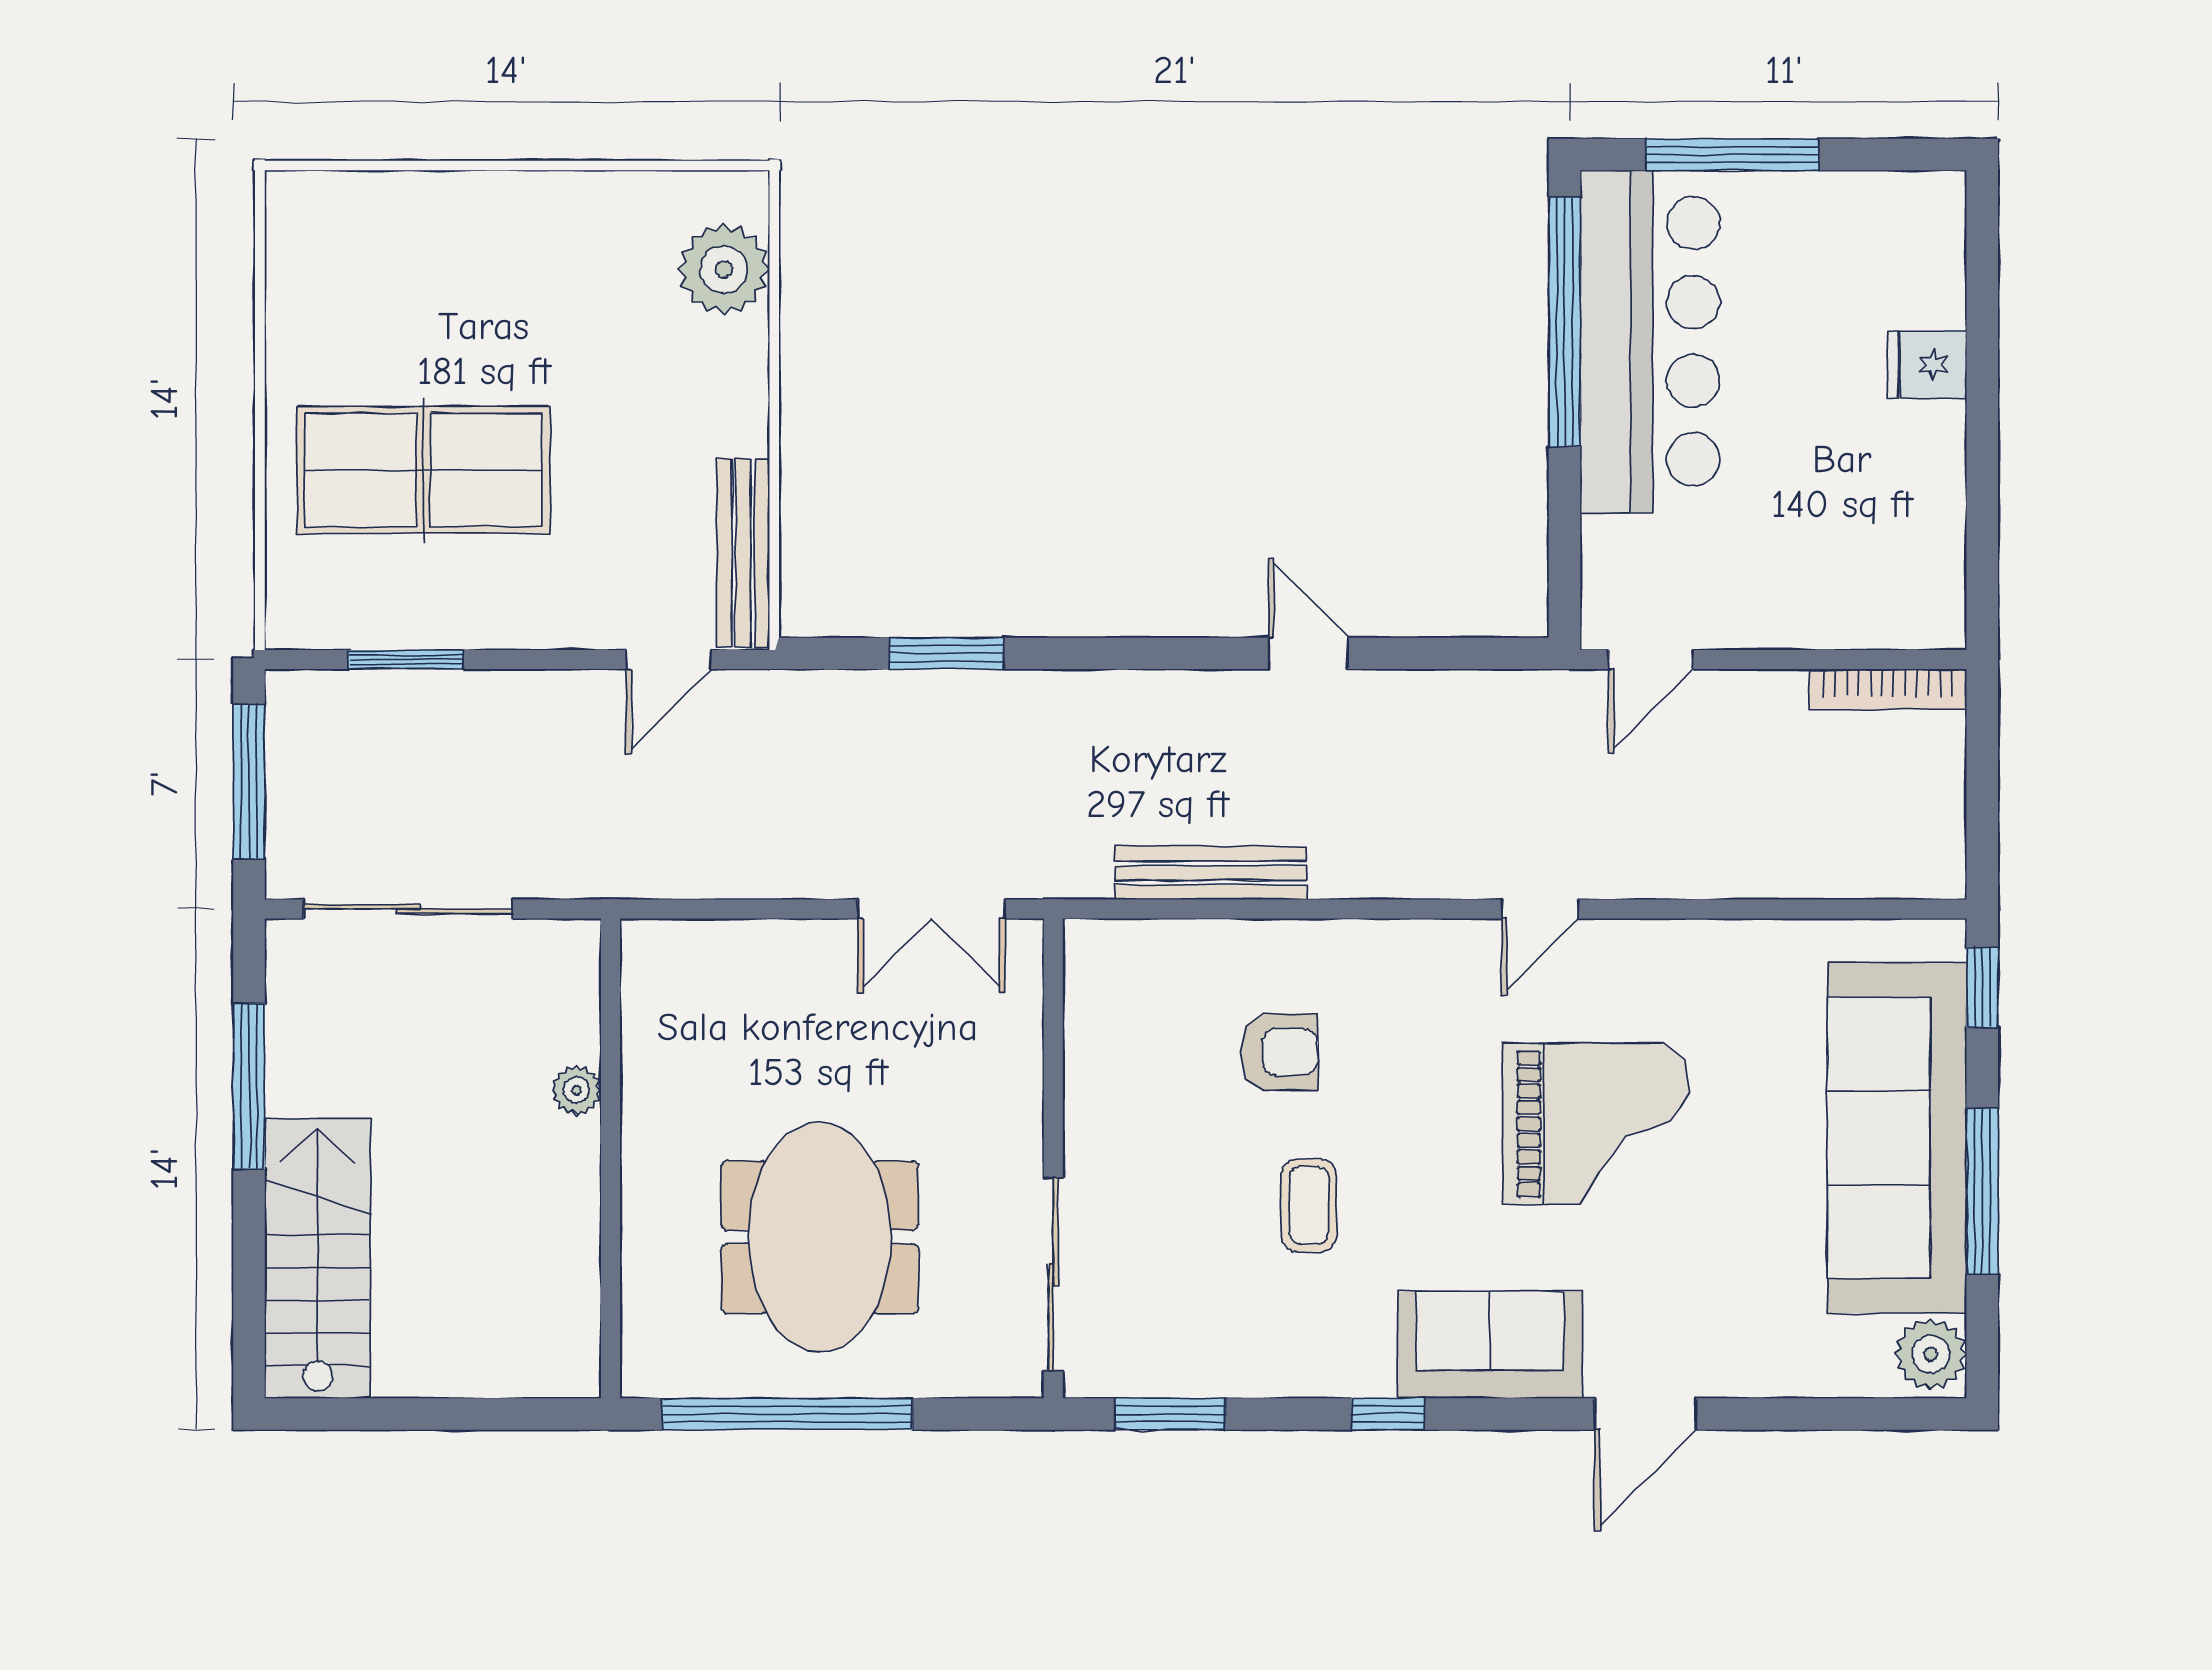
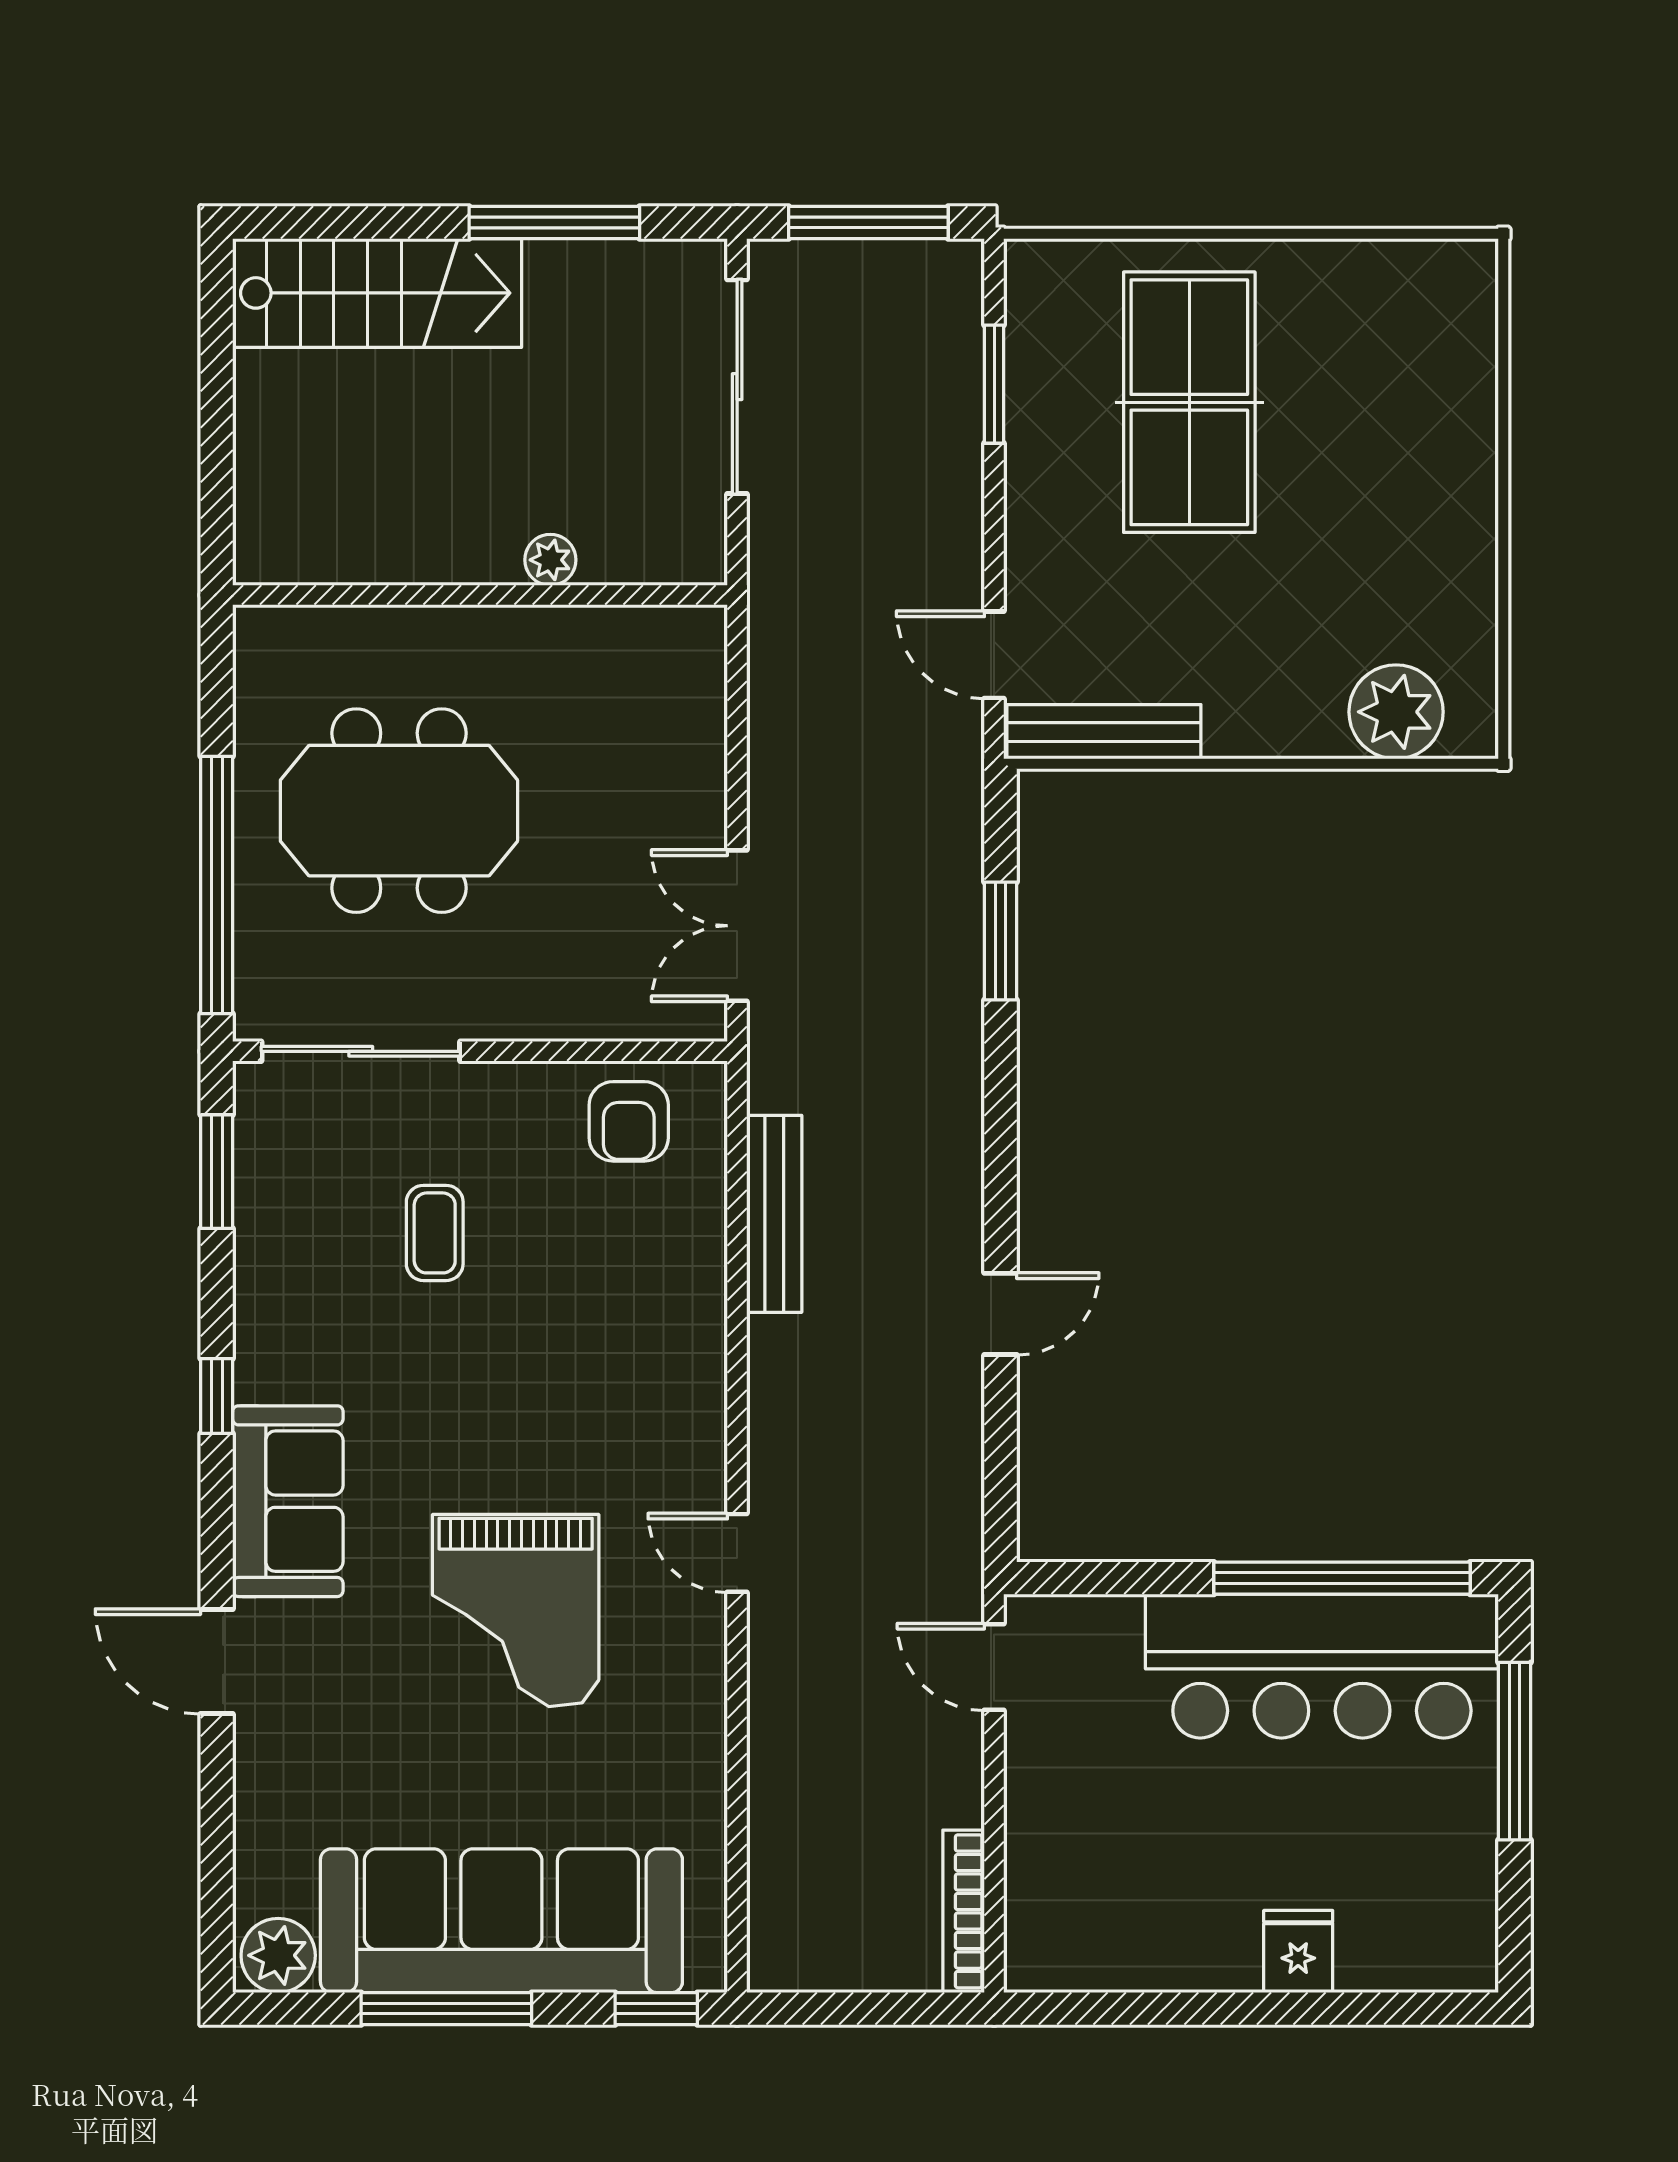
armchair: (1279, 1052) -> (629, 1121), moved
coffee table: (1309, 1205) -> (435, 1233), moved, turned 90
window: (787, 1414) -> (217, 885), moved

